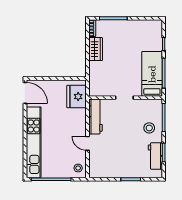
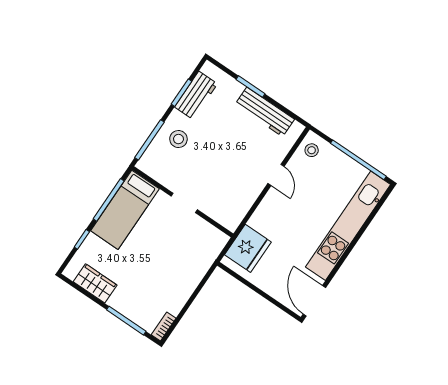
wardrobe: (96, 49) -> (95, 283), moved, turned 90
workbench: (95, 117) -> (265, 112), moved, turned -90

